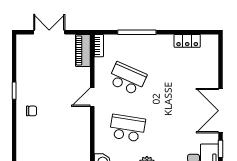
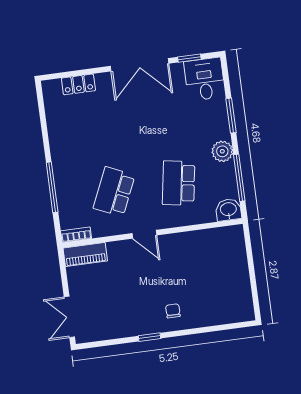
double door: (49, 32) -> (69, 317), moved
locker: (187, 41) -> (78, 84), moved, turned 90

